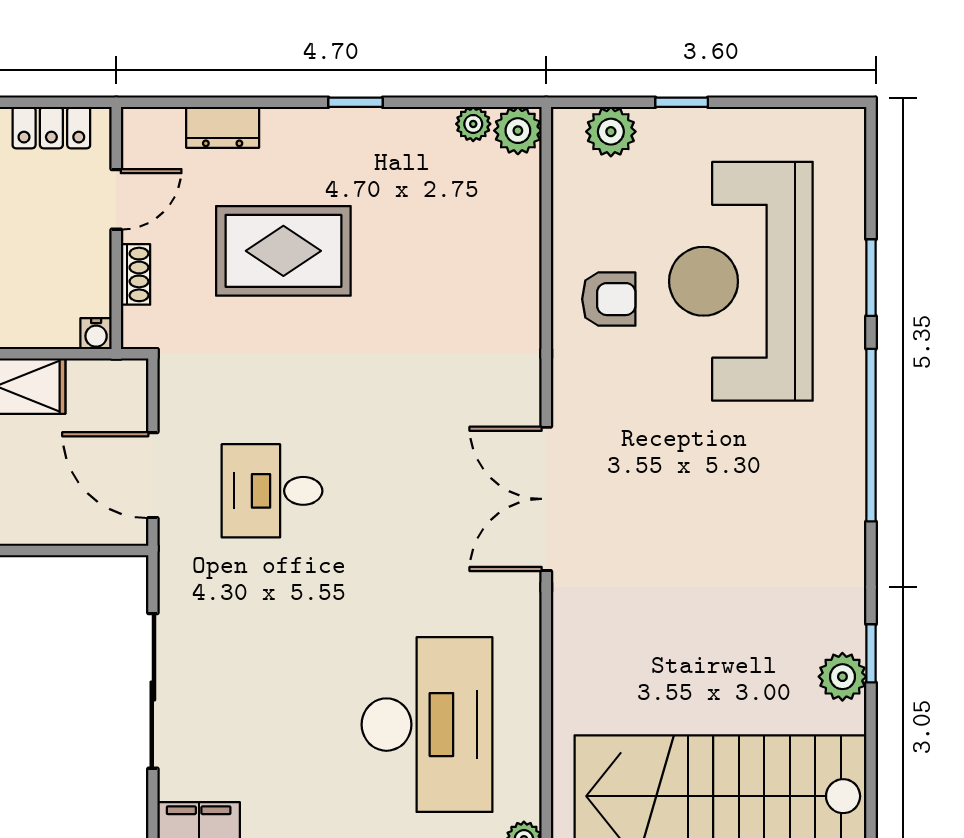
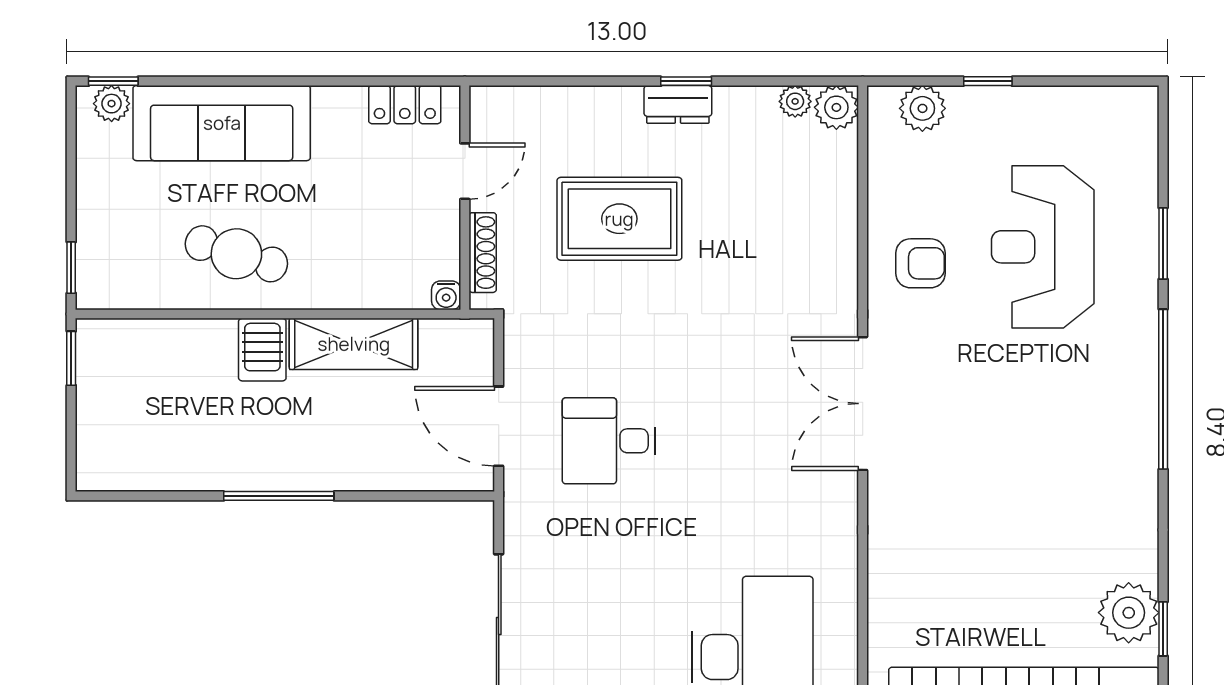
dresser: (223, 127) -> (678, 104), moved
shoe rack: (136, 274) -> (483, 253), width x1.43
reception desk: (741, 281) -> (1043, 247), width x0.74, depth x0.77
double door: (546, 499) -> (863, 404), moved
window: (871, 653) -> (1163, 629), moved
plant: (842, 677) -> (1129, 613), width x1.36, depth x1.36

